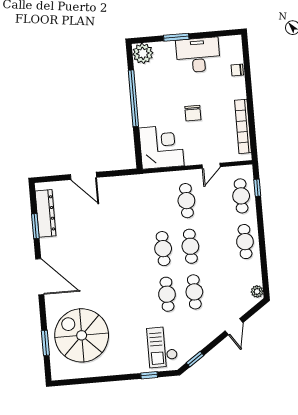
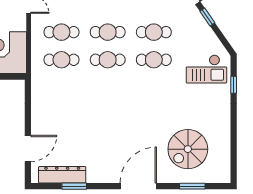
door: (83, 176) -> (28, 148), moved
cafe table: (159, 203) -> (61, 60), added
door: (40, 277) -> (138, 186), moved
spiral stairs: (82, 335) -> (188, 149), width x0.73, depth x0.73
window: (195, 359) -> (207, 17), moved

